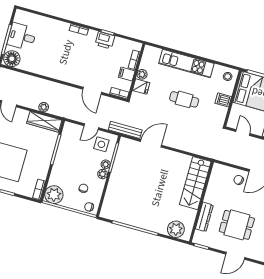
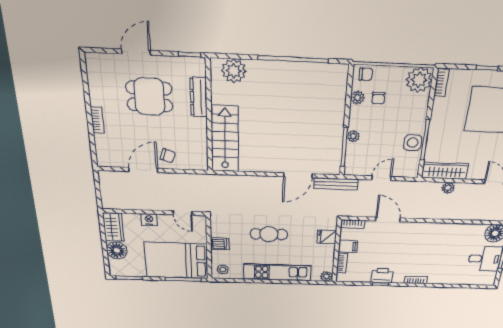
plant: (142, 74) -> (327, 276), moved
side table: (101, 144) -> (413, 143), moved
plant: (103, 174) -> (357, 98), moved

